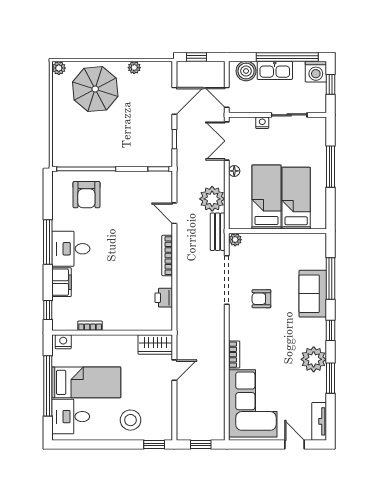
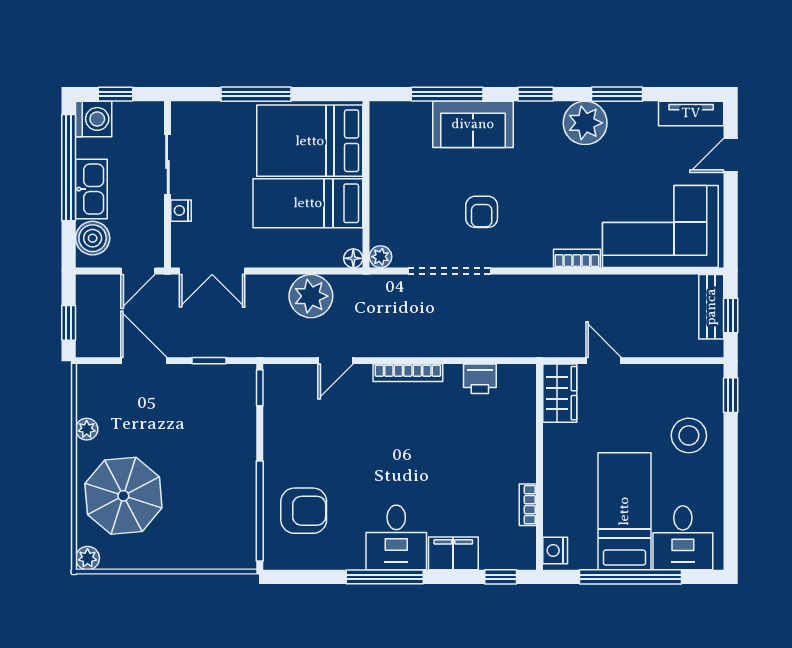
floor lamp: (234, 171) -> (353, 258), moved
bed: (296, 198) -> (310, 141), width x1.50
bench: (218, 232) -> (711, 307), moved, turned 90

